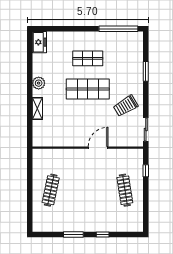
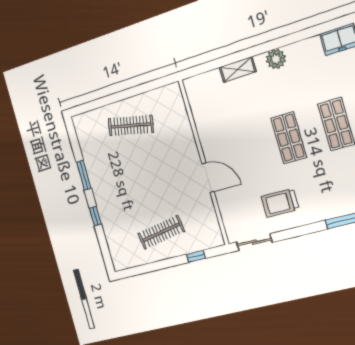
shop shelf: (88, 89) -> (289, 138), width x0.70, depth x0.74
trolley: (126, 106) -> (280, 203), turned -59

